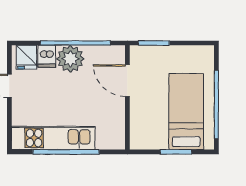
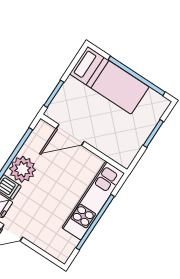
bed: (186, 111) -> (109, 80), moved, turned 180
kitchen unit: (53, 138) -> (93, 201), moved

